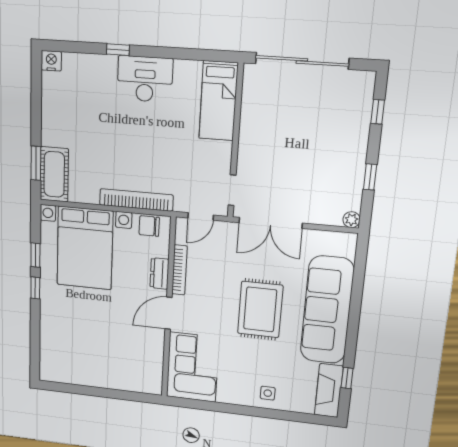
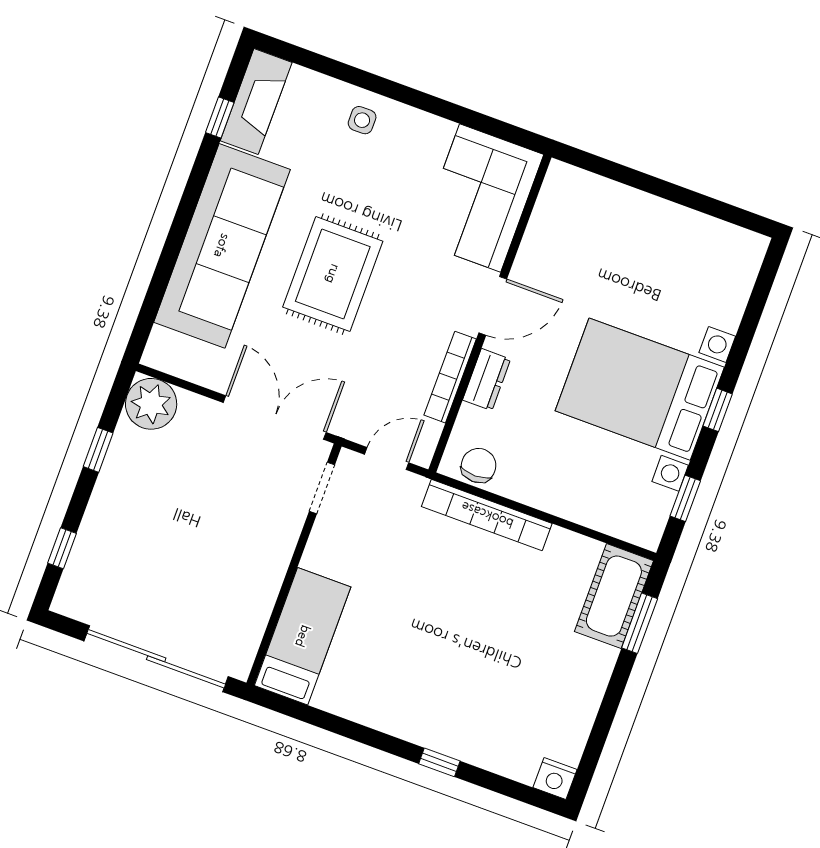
desk: (145, 79) -> (410, 704), removed
plant: (351, 220) -> (151, 404), width x1.87, depth x1.87
chair: (149, 226) -> (479, 466), turned -90
bed with nightstands: (85, 248) -> (640, 389), moved, turned -90
window: (35, 255) -> (685, 498), moved

